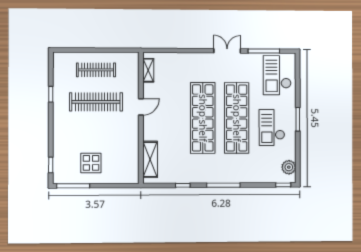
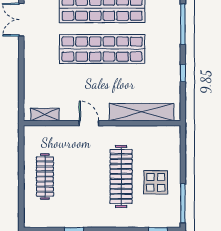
clothes rail: (96, 102) -> (121, 176), moved
shelving: (150, 159) -> (142, 112), width x1.47

